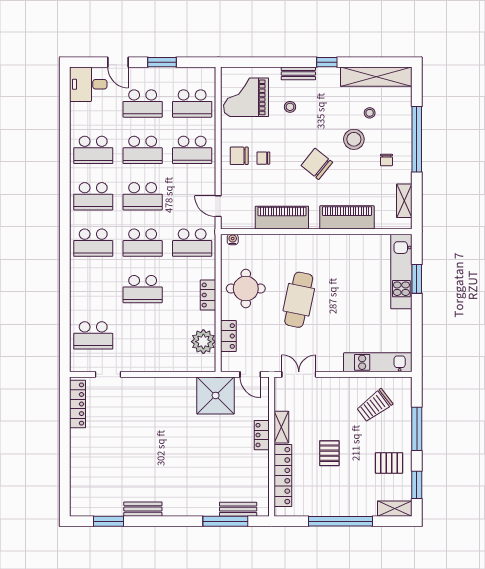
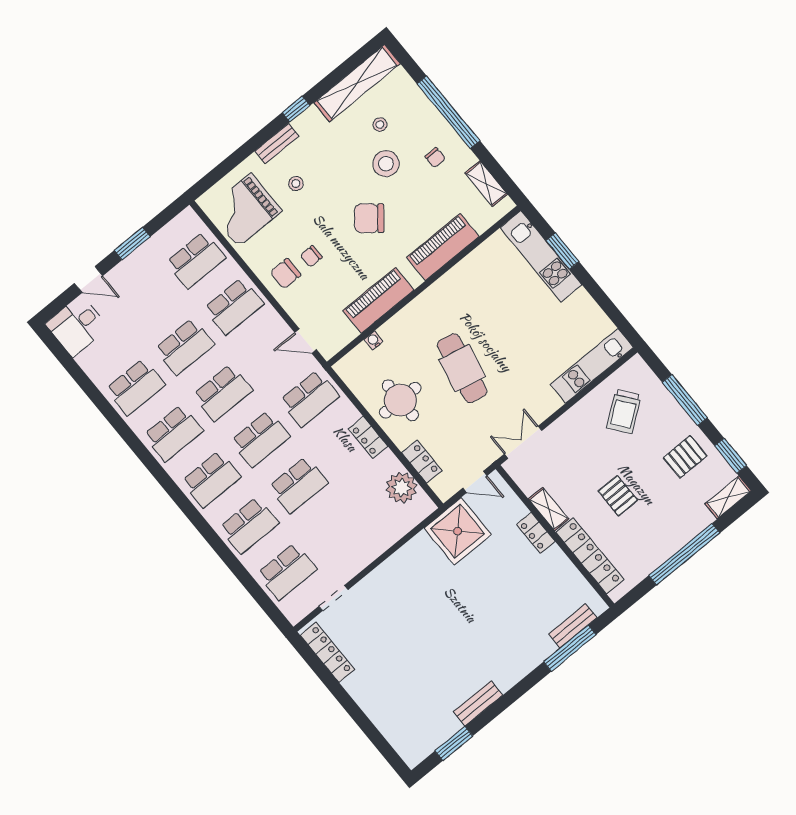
school desk: (143, 103) -> (249, 525), moved
water cooler: (233, 239) -> (374, 340), moved

